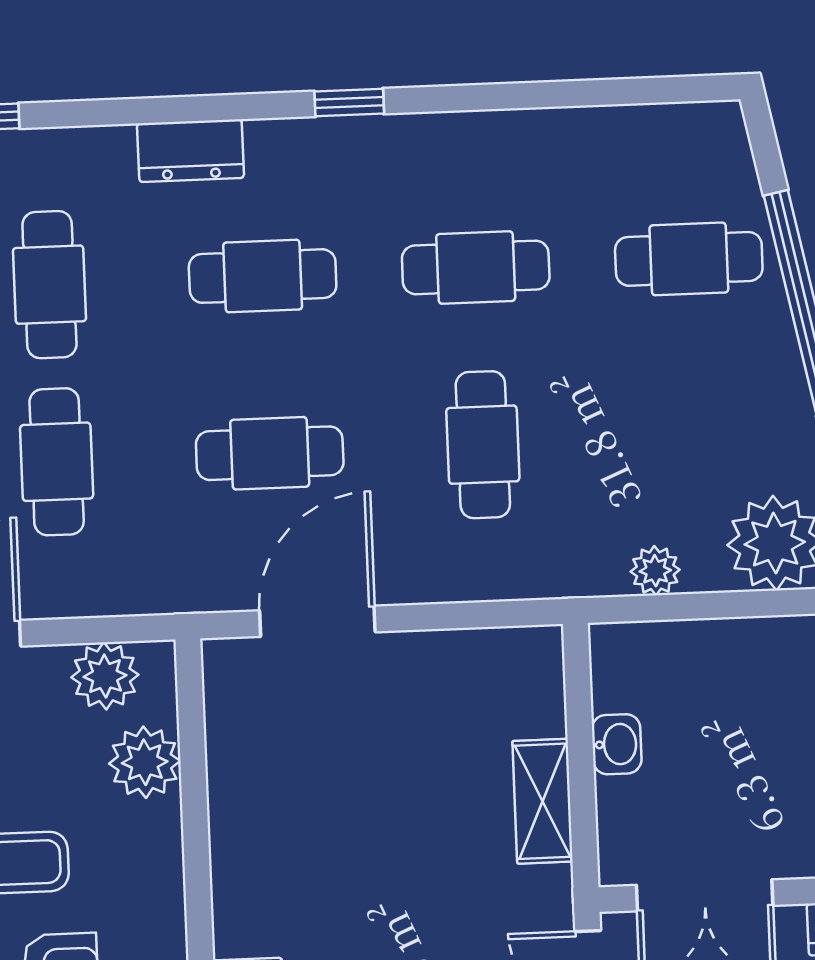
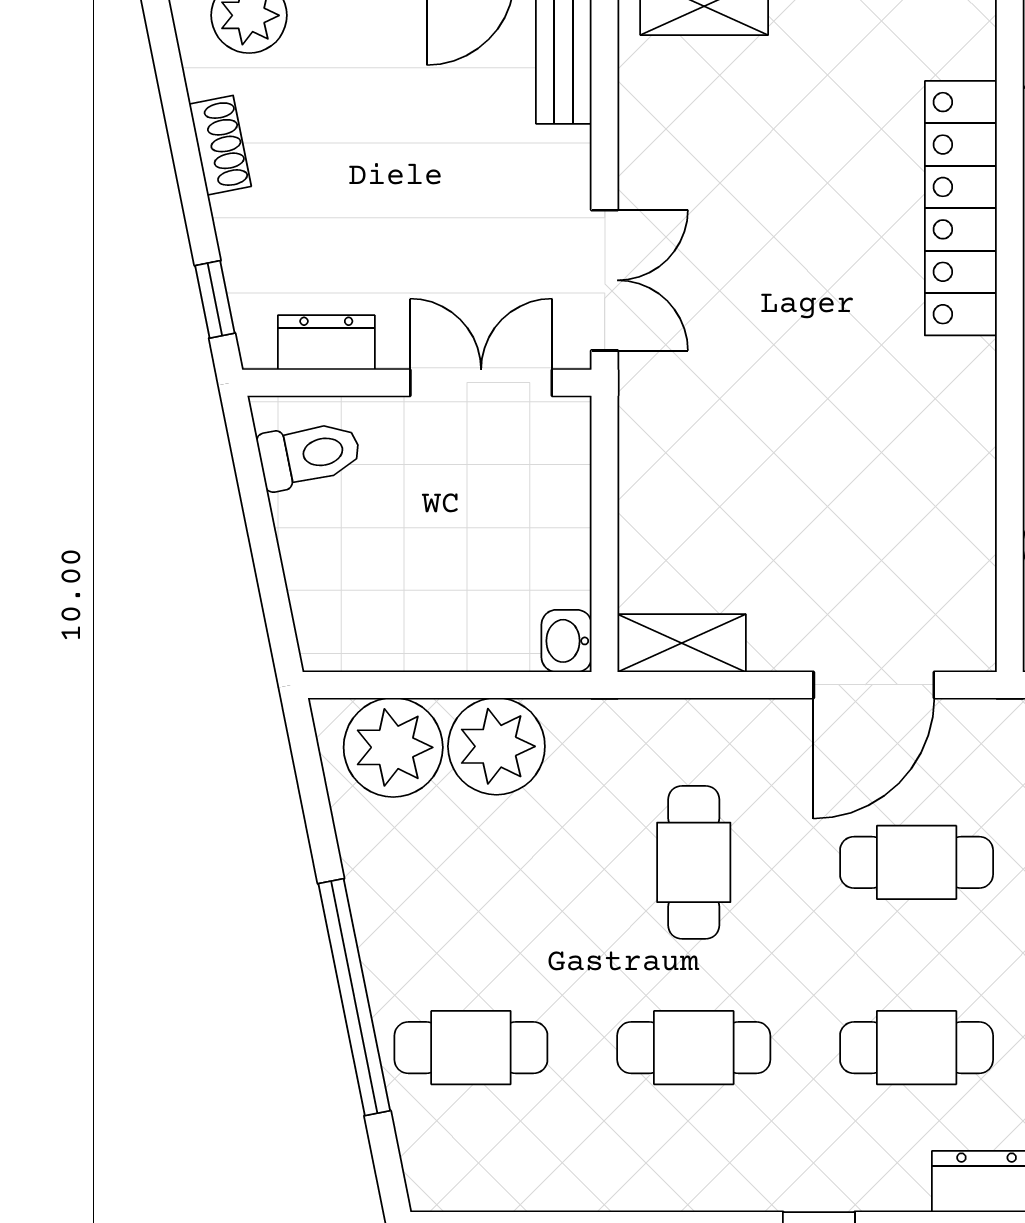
plant: (655, 571) -> (496, 746), width x1.87, depth x1.87
washbasin: (617, 744) -> (567, 641), moved
shelving: (543, 801) -> (682, 643), moved, turned 90

